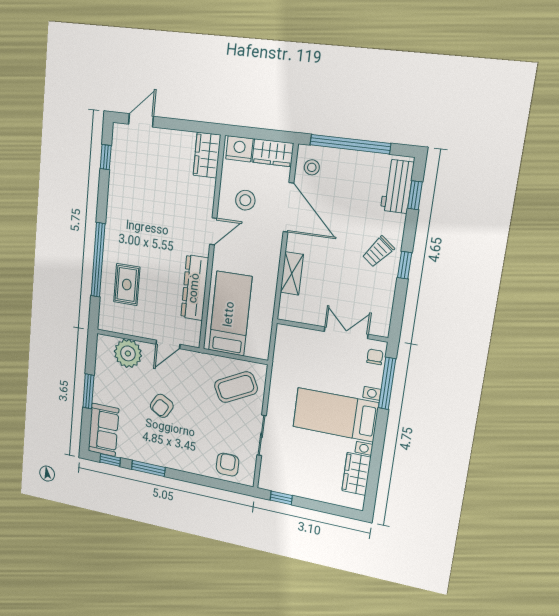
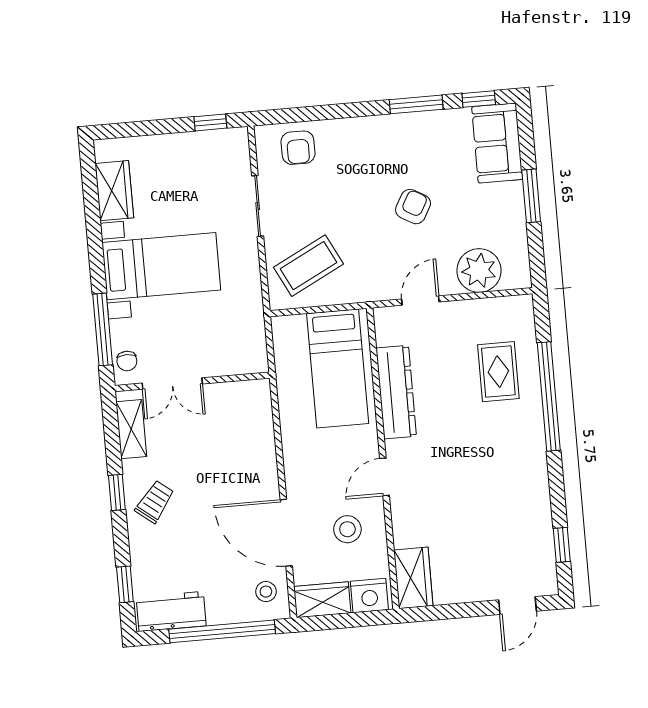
workbench: (397, 186) -> (171, 611), moved, turned -90
shelving: (292, 273) -> (131, 429), moved

